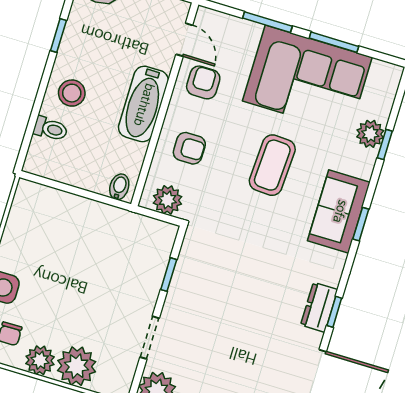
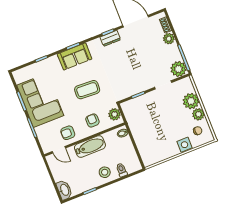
door: (184, 40) -> (59, 150), swing flipped
plant: (370, 134) -> (42, 66), removed
coffee table: (272, 165) -> (87, 90), moved

